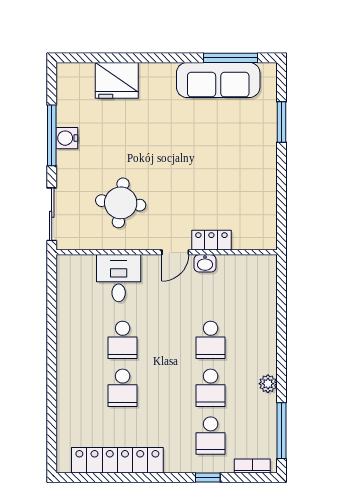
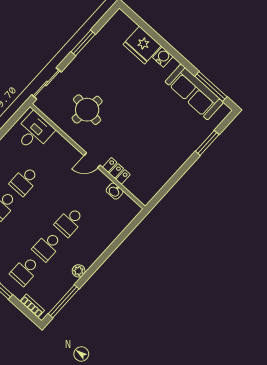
window: (52, 135) -> (83, 43), width x0.69
water cooler: (67, 138) -> (163, 57), moved, turned 90
washbasin: (205, 263) -> (115, 191), moved
desk: (119, 278) -> (34, 132), moved

